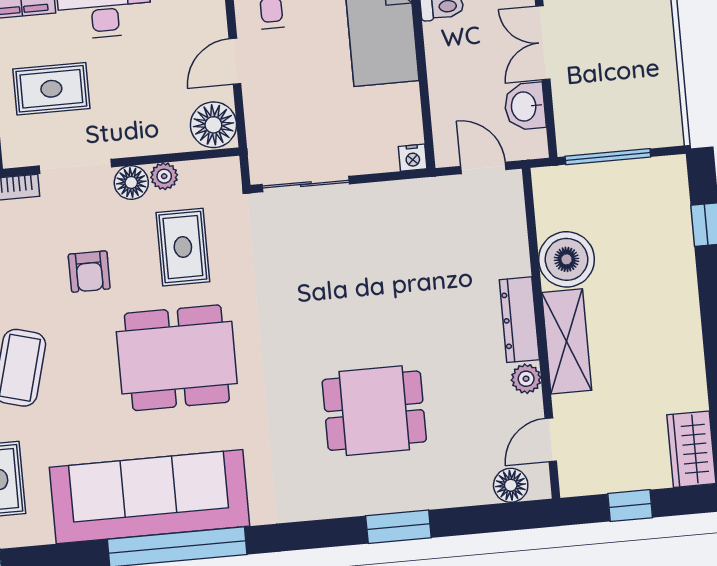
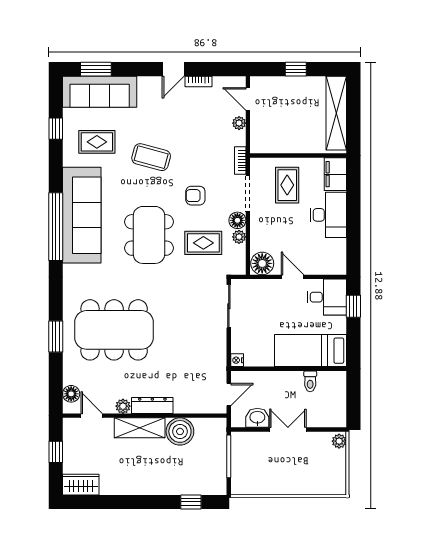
dining table: (374, 411) -> (114, 330), width x1.88, depth x1.24

